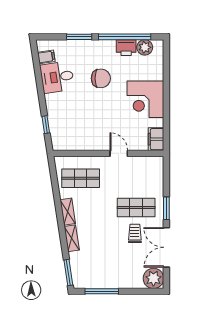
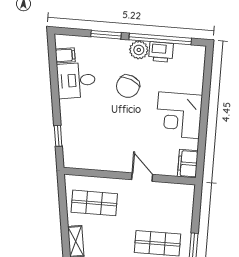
plant: (145, 47) -> (139, 50), moved
chair: (101, 78) -> (128, 86), turned 112

